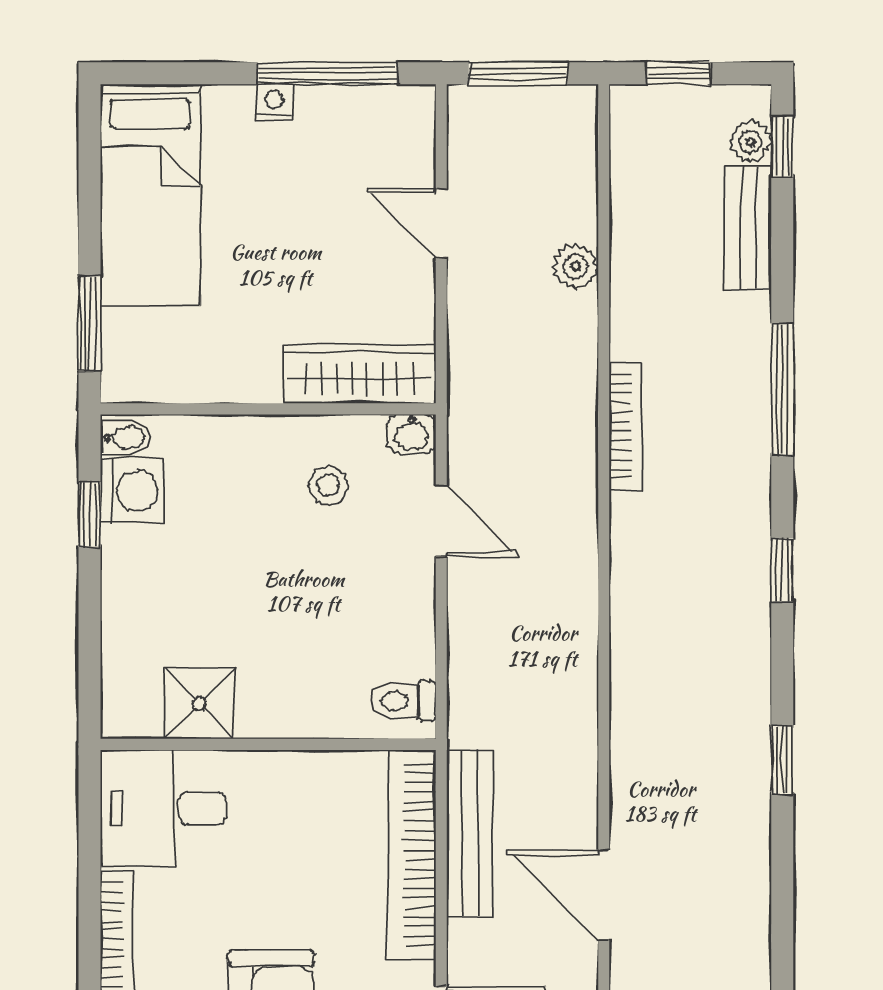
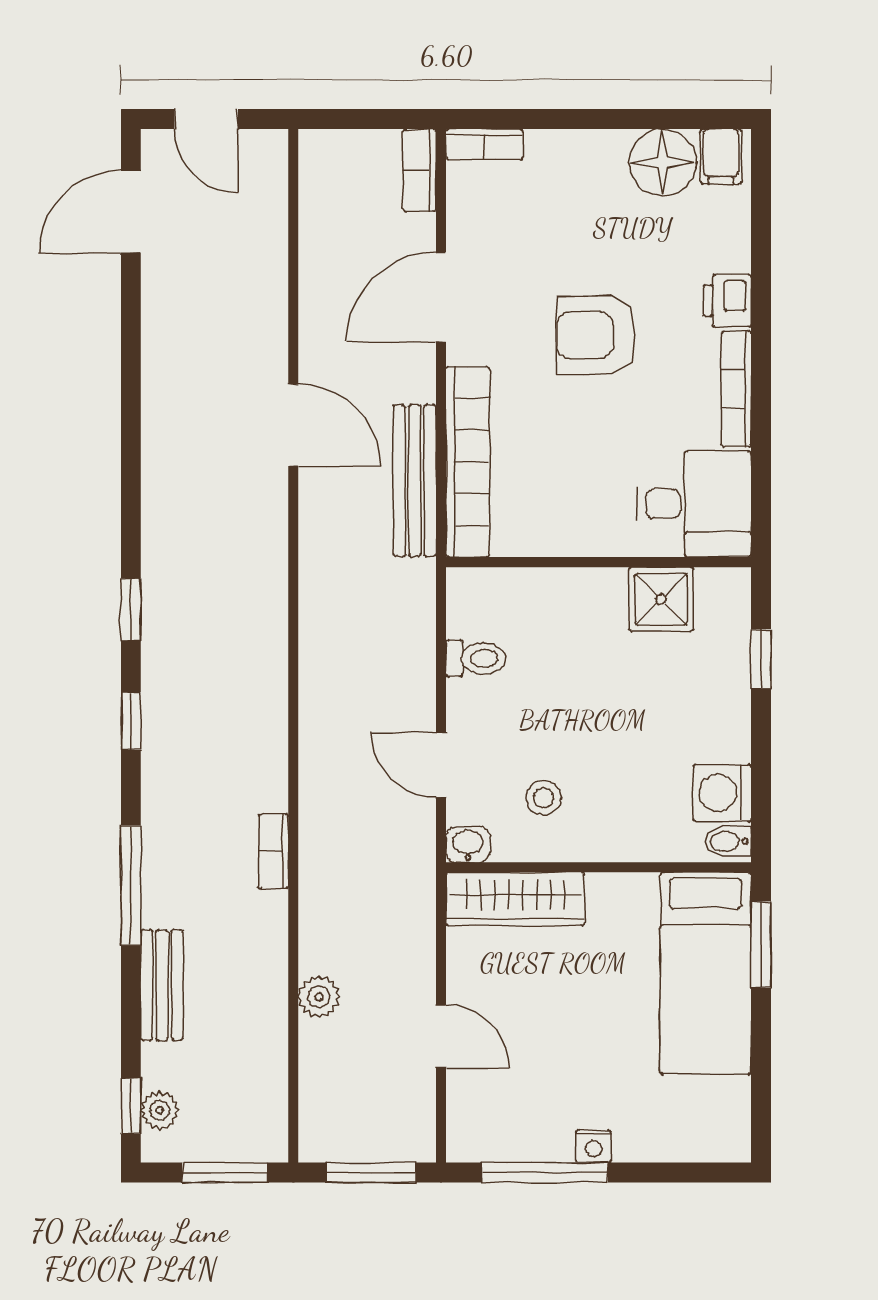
window: (679, 73) -> (225, 1173), width x1.50
bed: (150, 195) -> (706, 973), moved, turned 180
bench: (748, 228) -> (162, 985), moved
bookcase: (625, 426) -> (273, 851), width x0.64
window: (90, 514) -> (761, 659), moved
toilet: (403, 701) -> (476, 658), moved
window: (782, 760) -> (131, 610), moved

